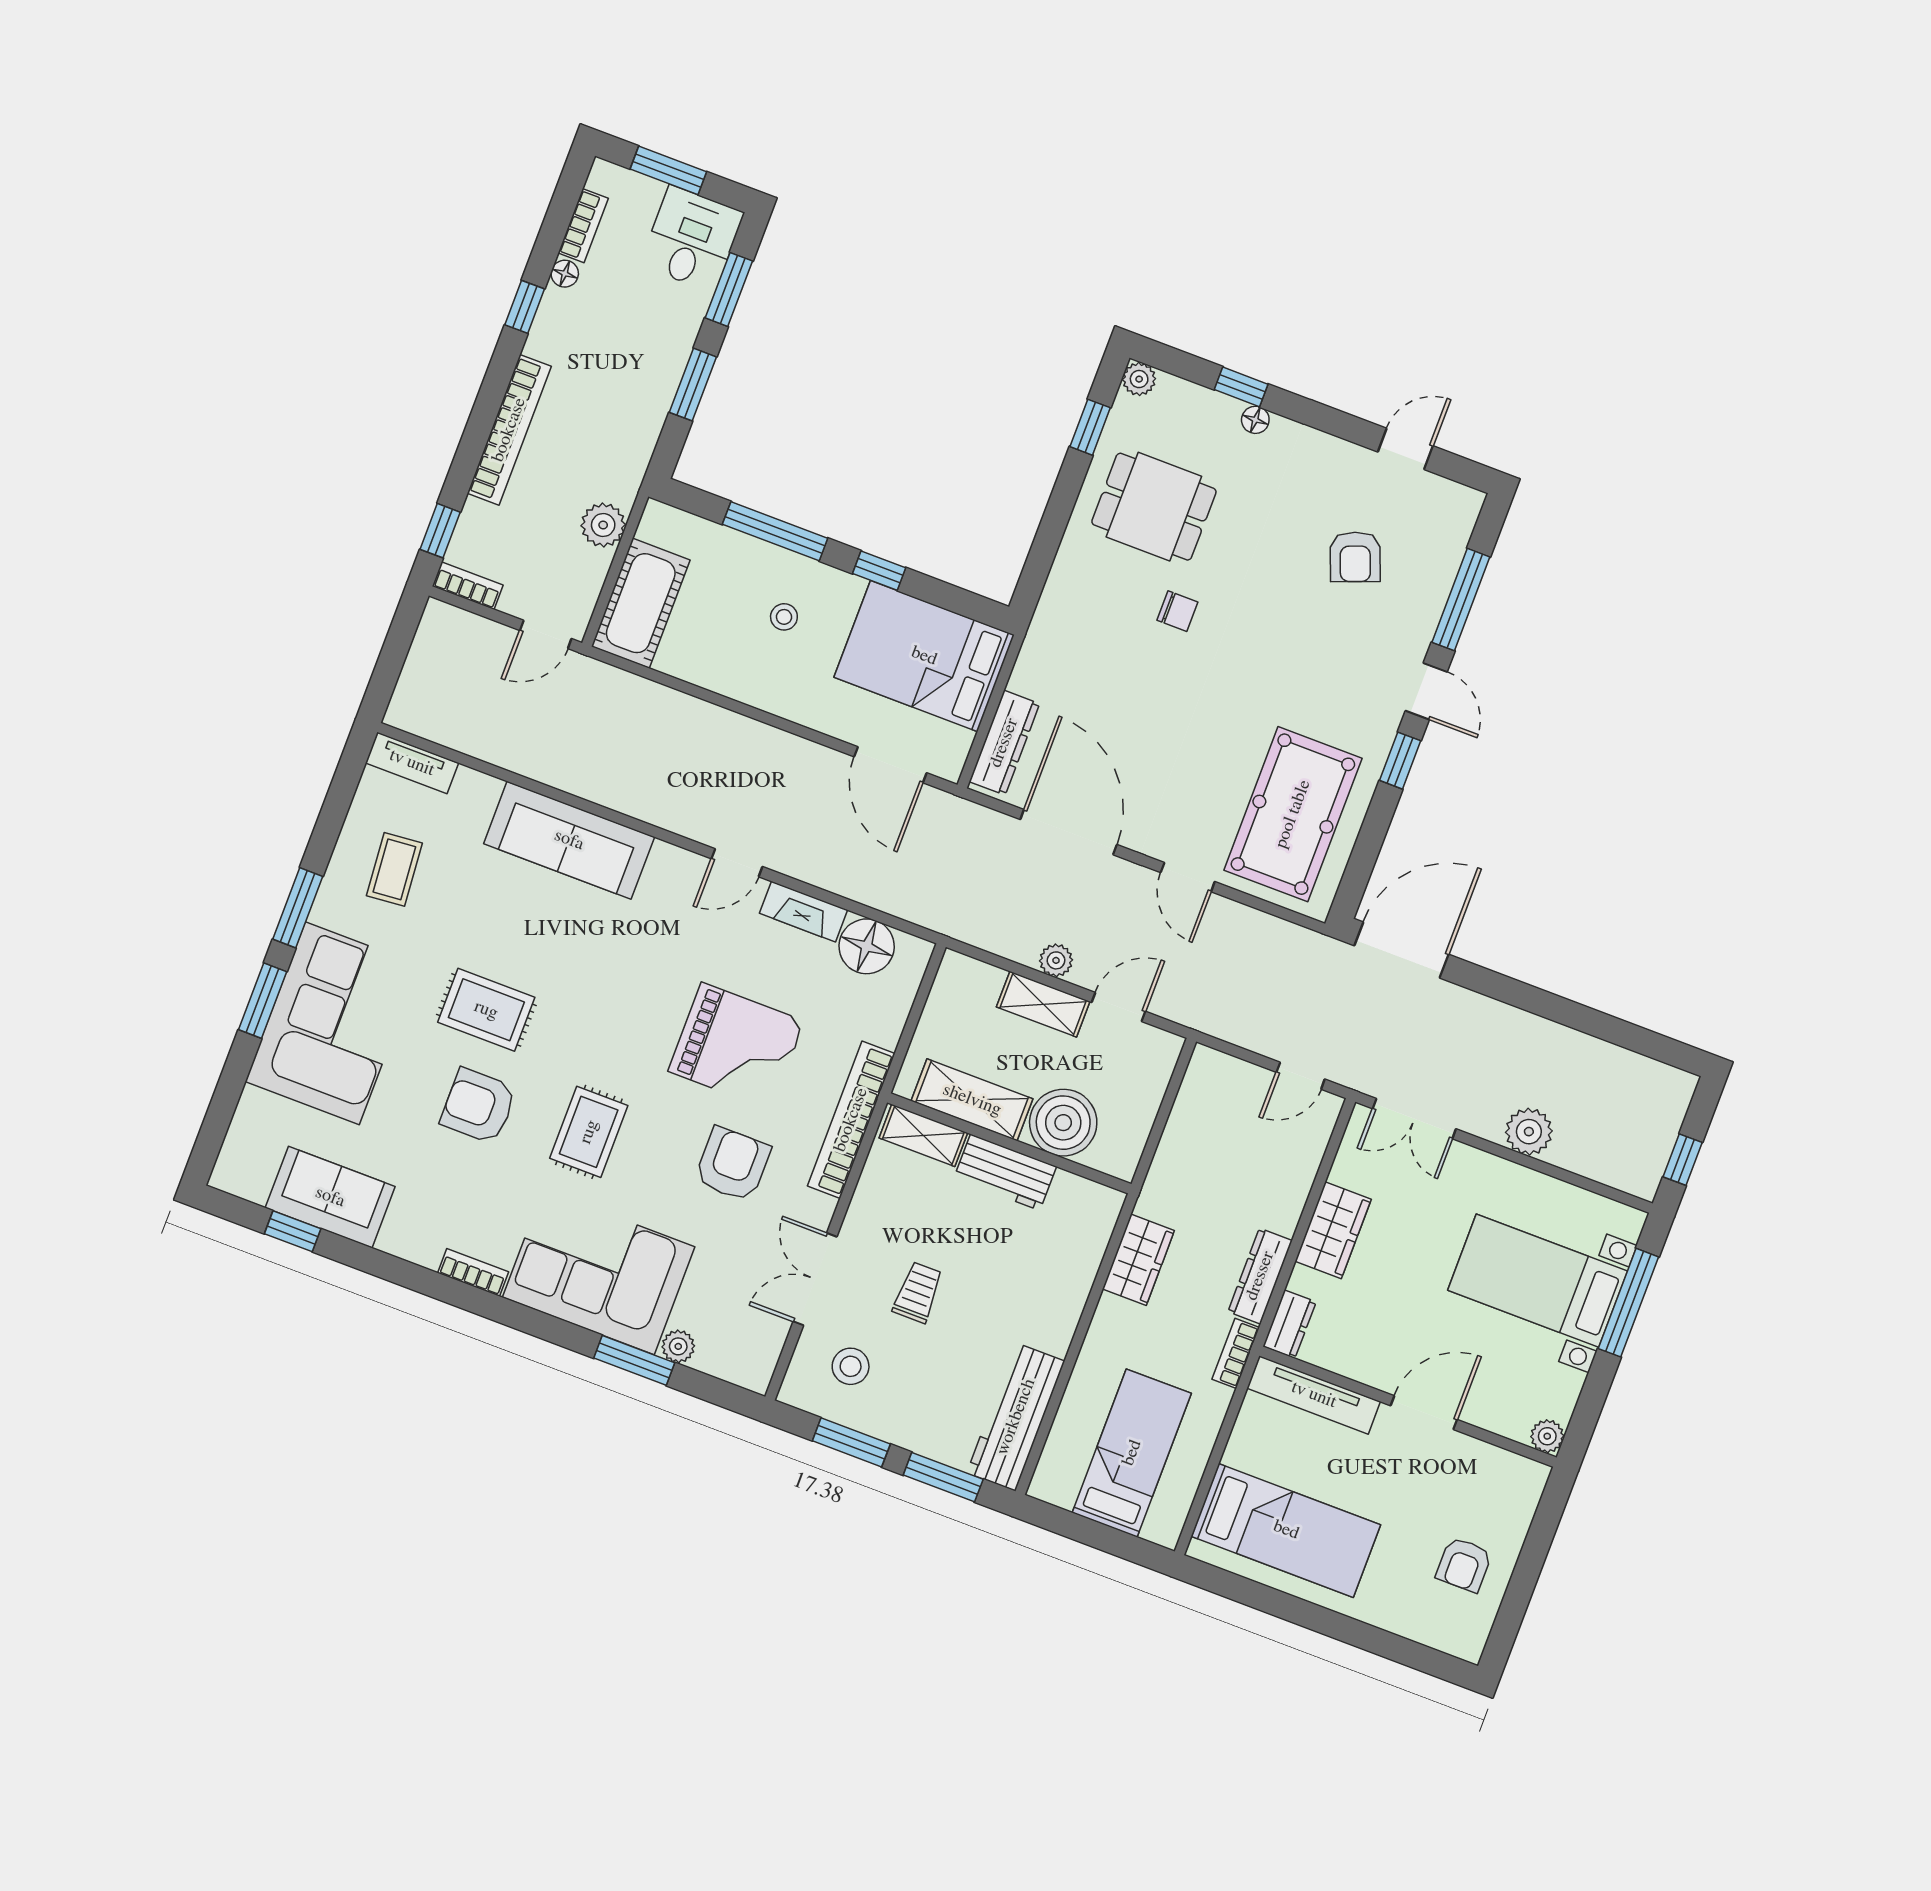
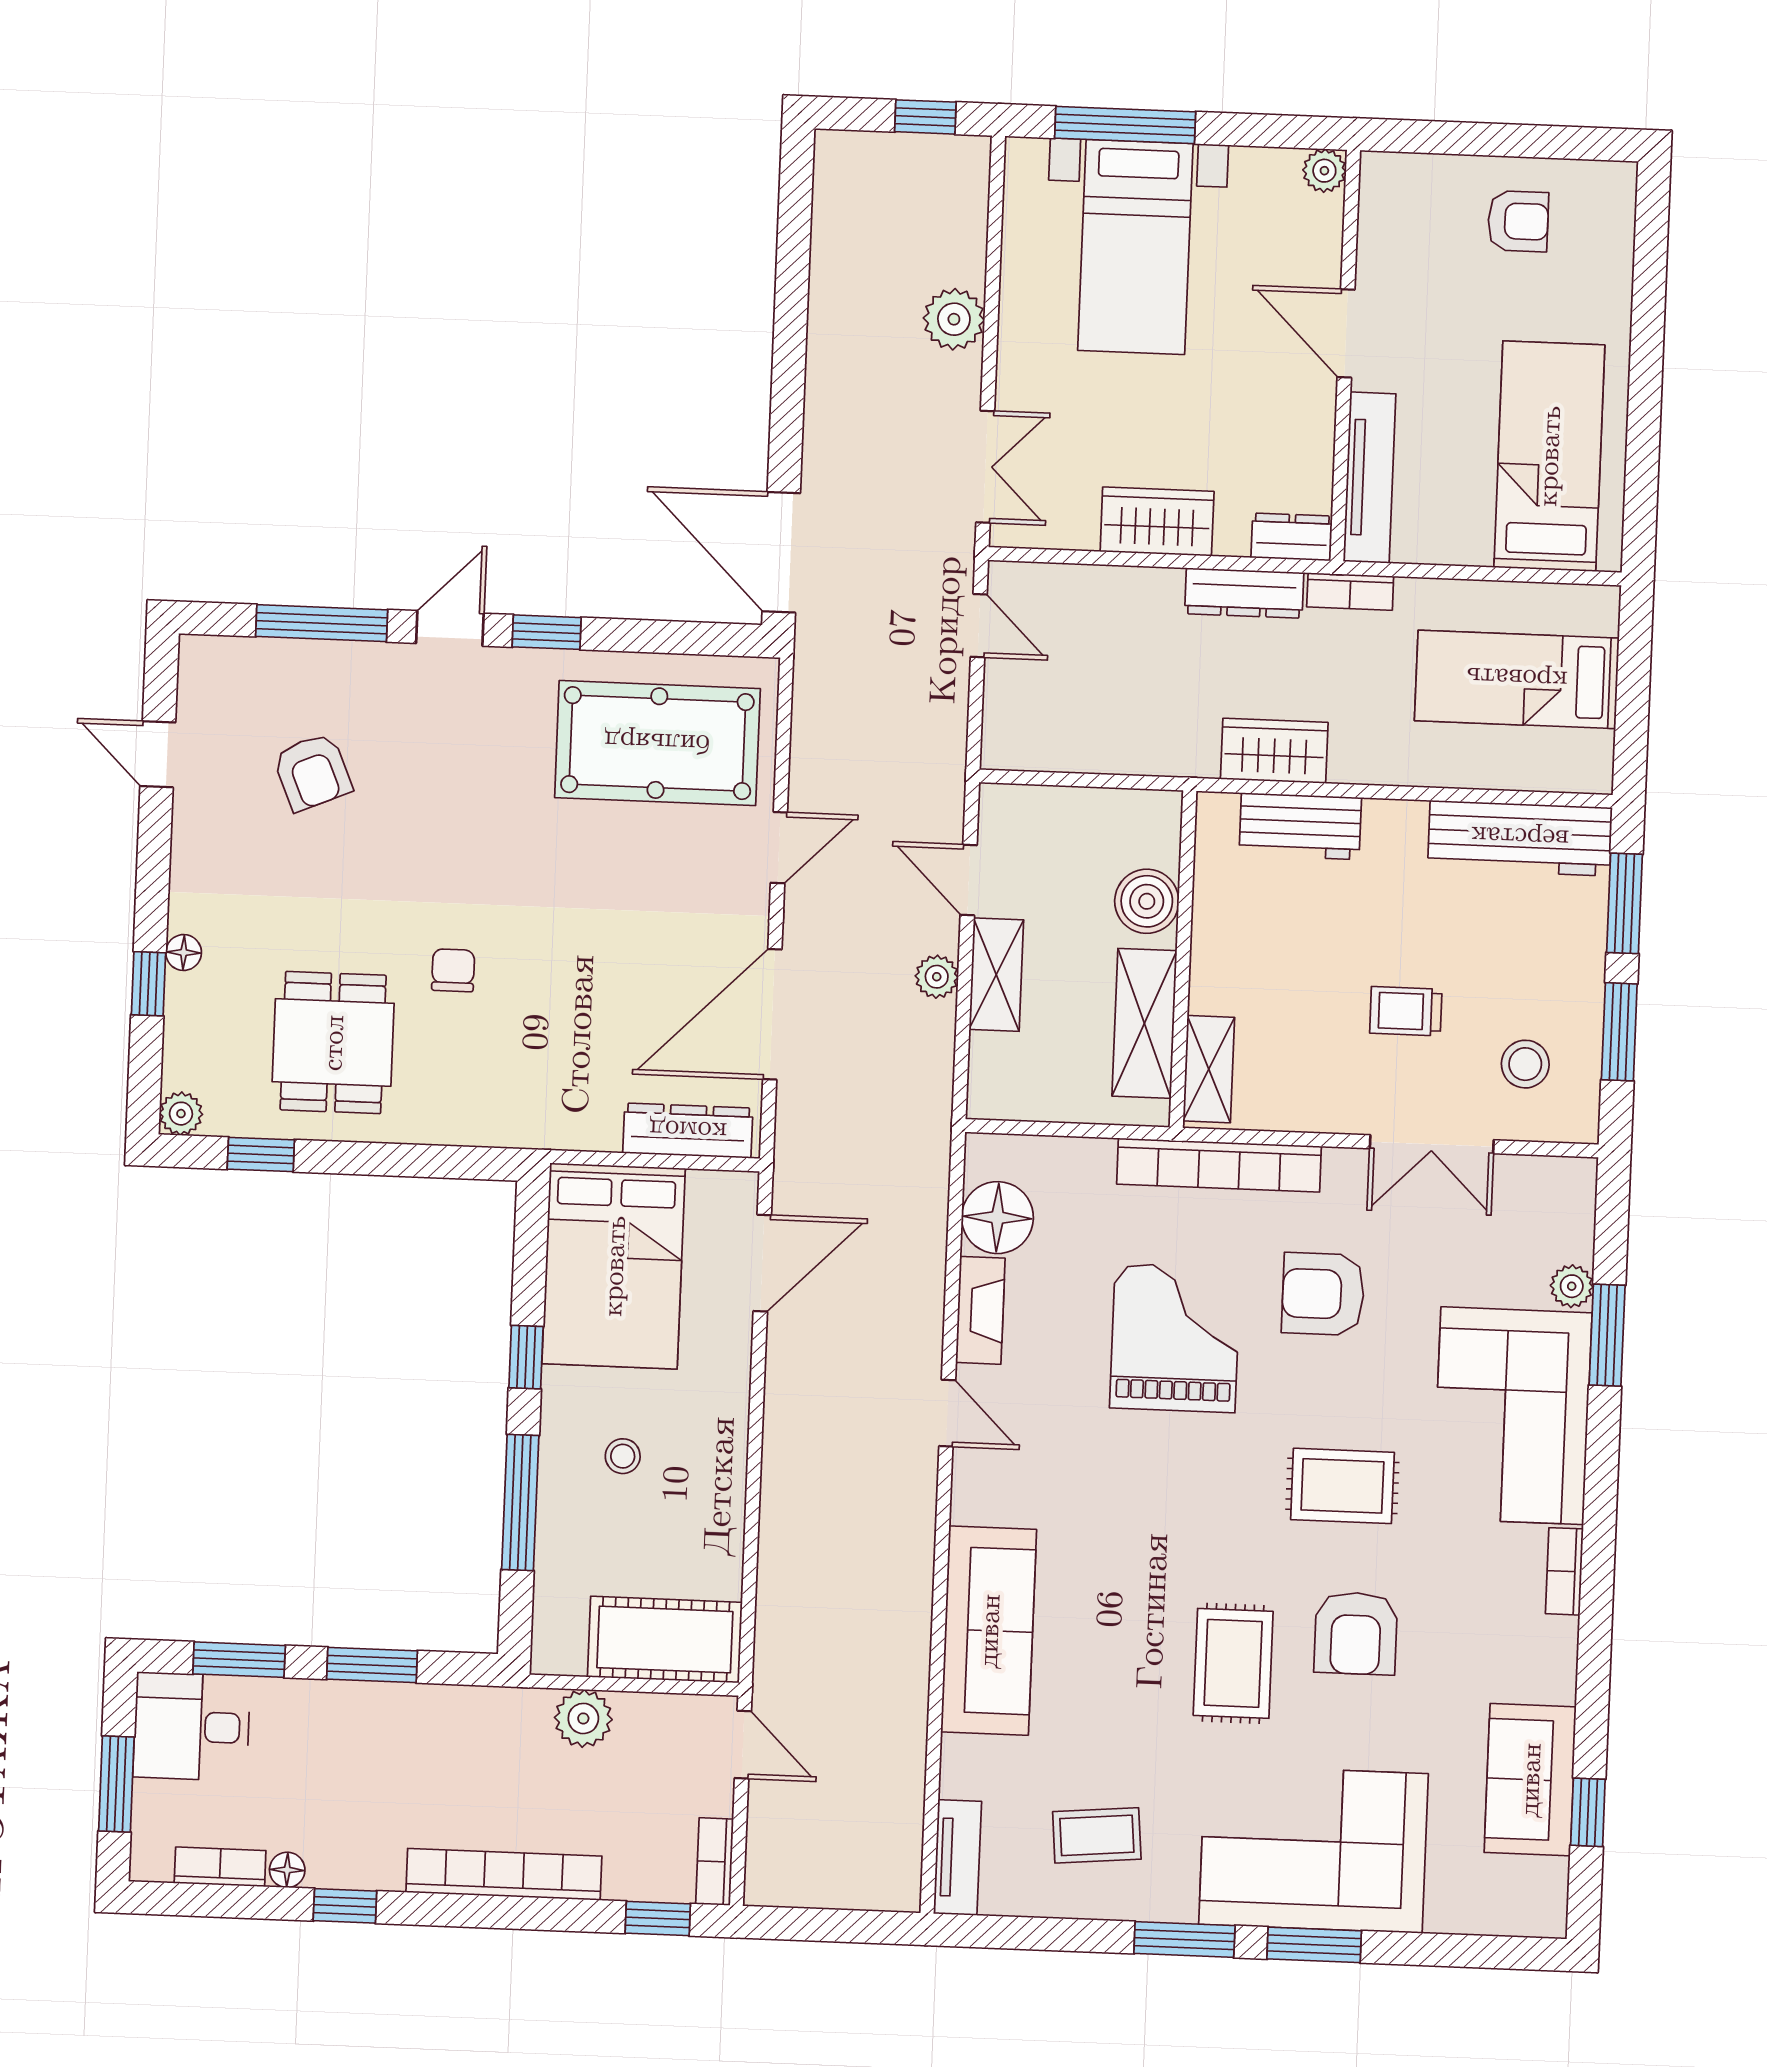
armchair: (1355, 557) -> (312, 772), turned 88
boiler: (1063, 1123) -> (1147, 901), width x0.73, depth x0.73
workbench: (1005, 1172) -> (1300, 826), moved, turned 90

